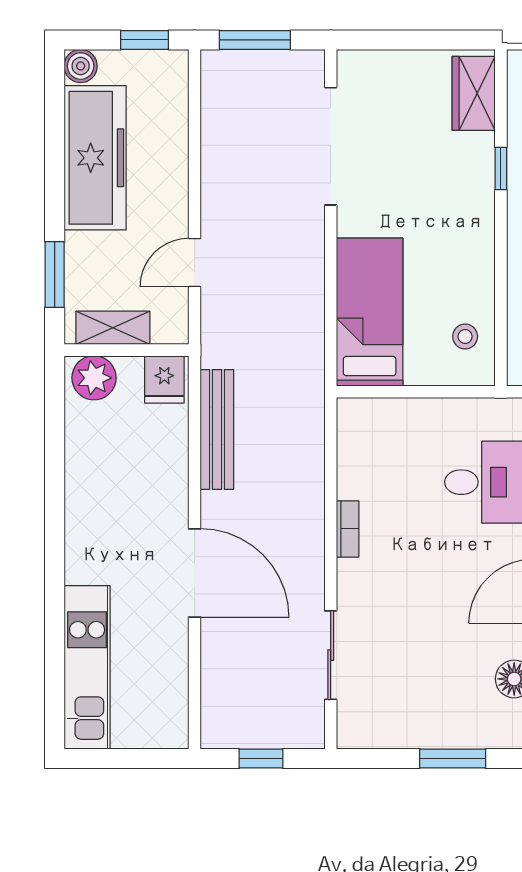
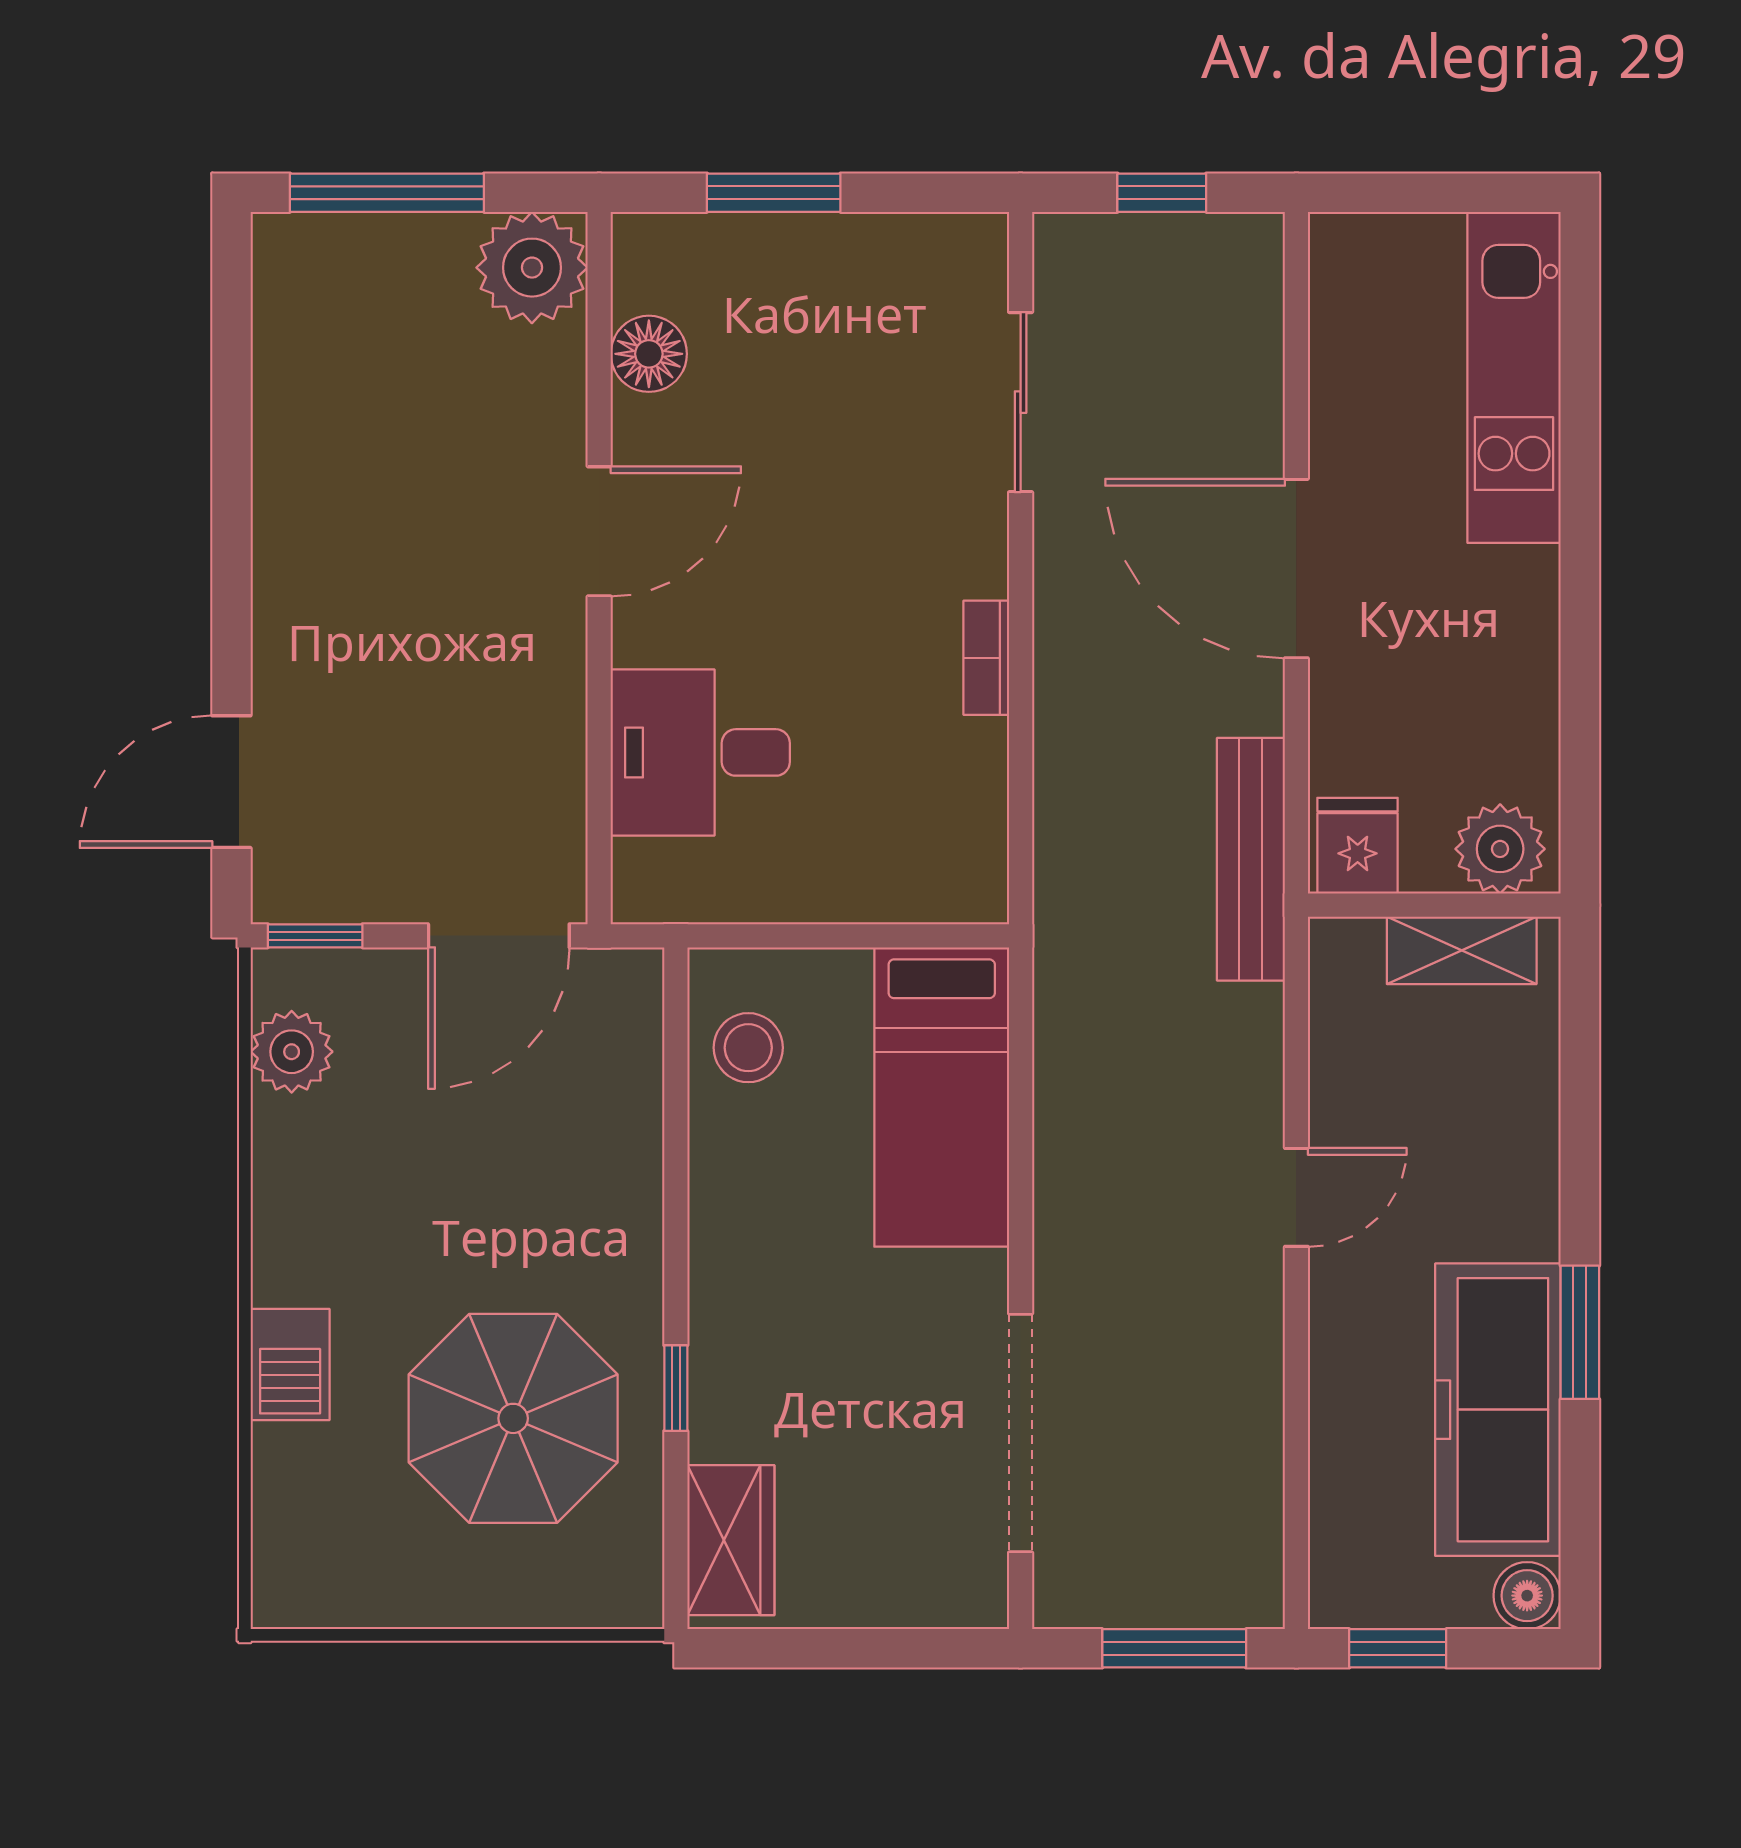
window: (55, 274) -> (1580, 1332), moved
shelving: (113, 328) -> (1462, 950), moved
stool: (465, 336) -> (748, 1048), width x1.37, depth x1.37
wall: (126, 350) -> (1434, 905), moved
plant: (94, 378) -> (1500, 849), moved
fridge: (164, 379) -> (1358, 846), moved

